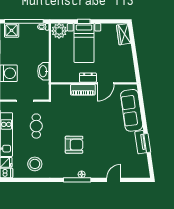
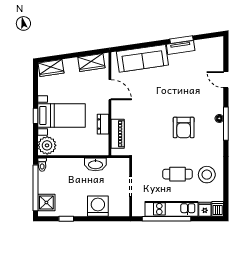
wardrobe: (128, 68) -> (91, 63), added
dresser: (88, 78) -> (103, 124), moved
piano: (83, 90) -> (118, 134), moved
cafe table: (36, 126) -> (177, 174), moved
armchair: (74, 145) -> (184, 127), turned 180

